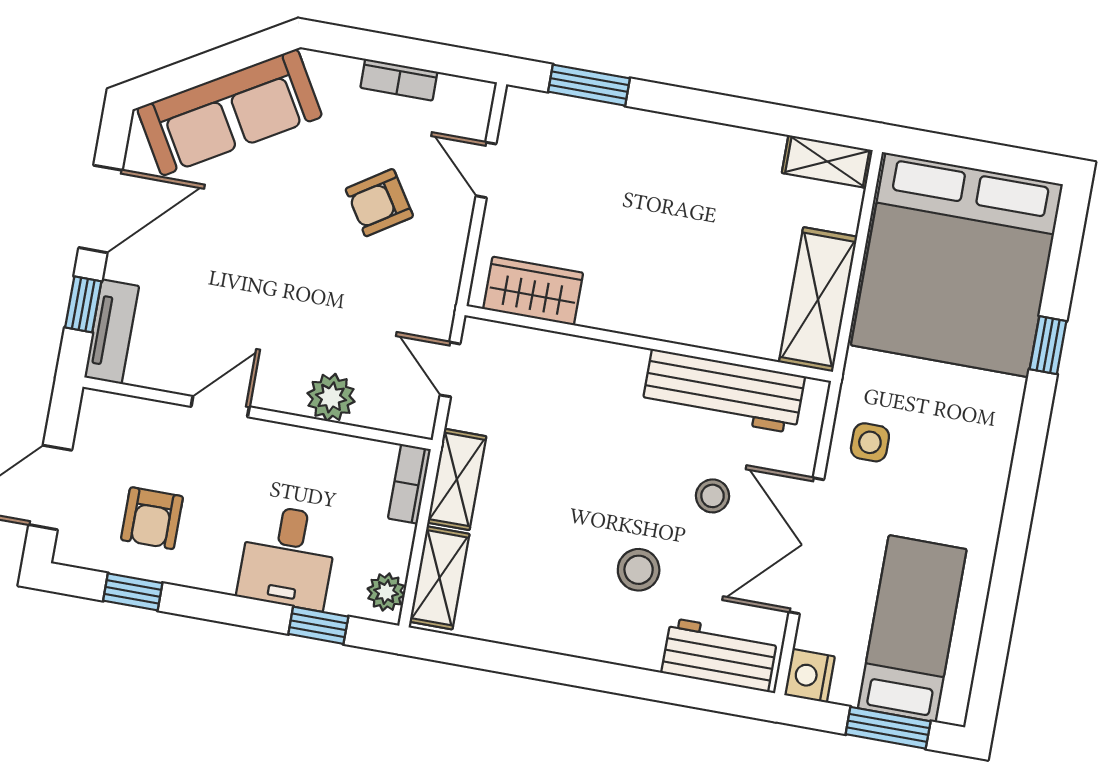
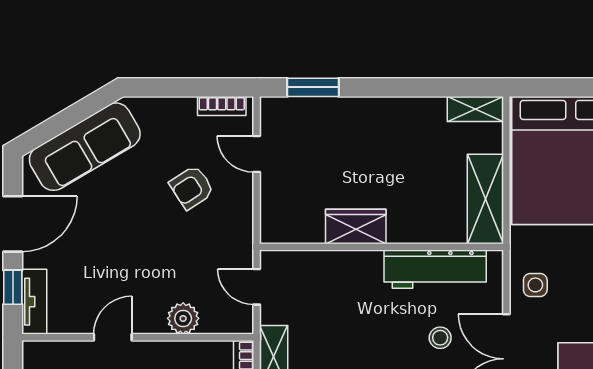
bookcase: (399, 80) -> (222, 106), moved
wardrobe: (533, 291) -> (356, 226), moved

